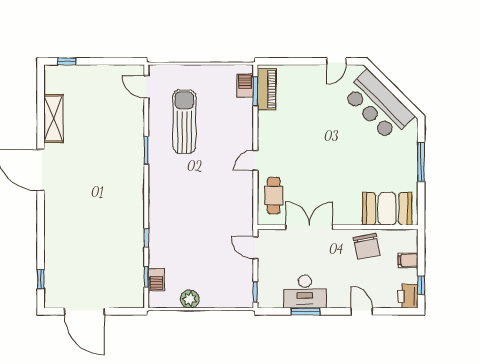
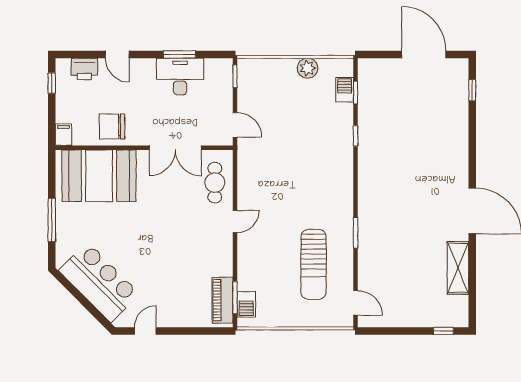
booth: (387, 209) -> (99, 176), width x1.36, depth x1.42
chair: (367, 246) -> (112, 126), turned -79
filing cabinet: (408, 260) -> (63, 135), moved, turned -90
printer: (408, 296) -> (84, 69), moved, turned 90

